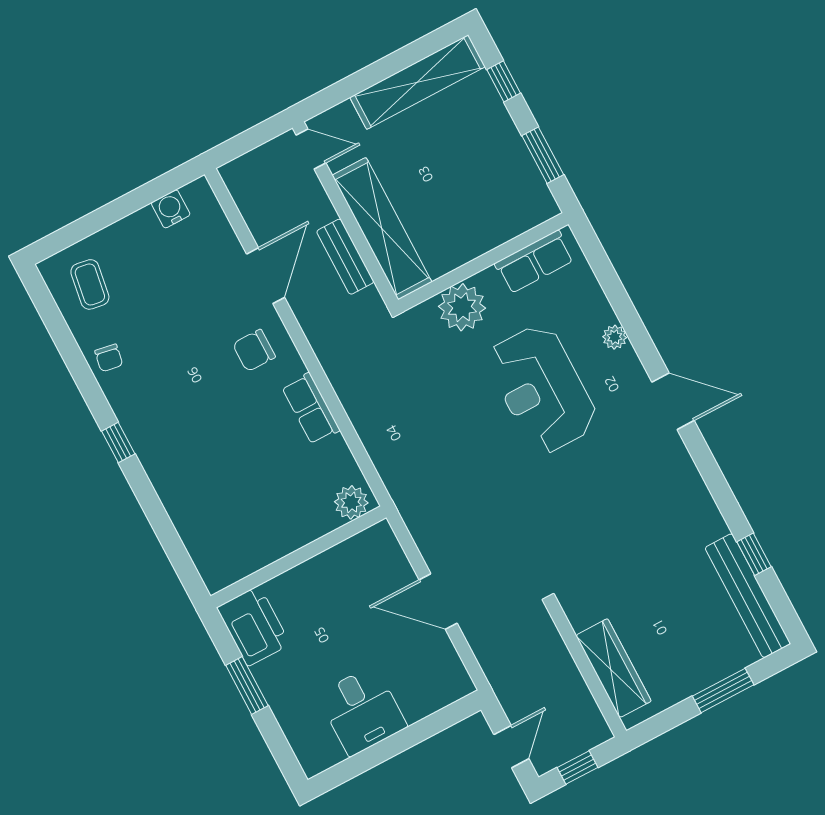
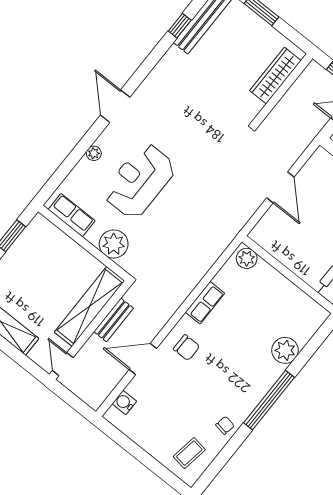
water cooler: (171, 209) -> (124, 402), moved, turned 90
reception desk: (542, 389) -> (139, 181), turned 180
window: (118, 442) -> (269, 400), width x3.17
plant: (184, 500) -> (285, 350), added

